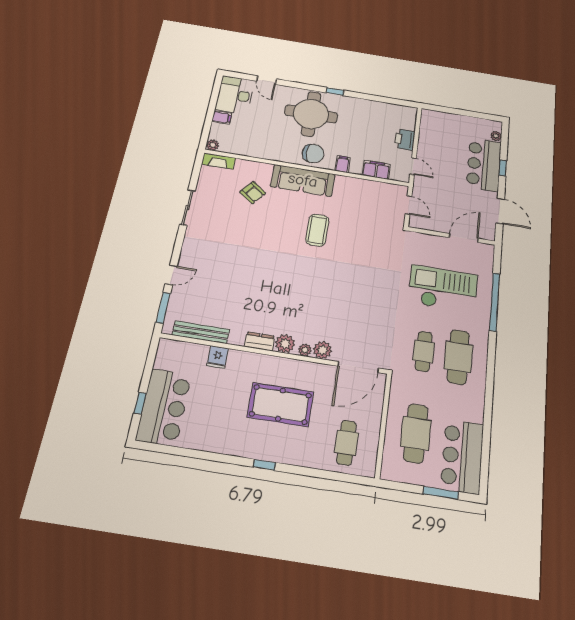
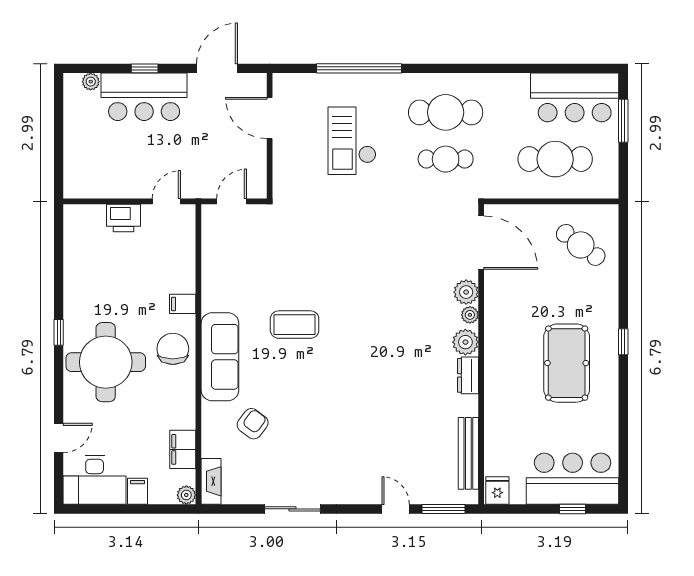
filing cabinet: (376, 170) -> (183, 449), moved
checkout: (443, 289) -> (352, 141), width x0.73, depth x0.83
fridge: (218, 357) -> (497, 491), moved, turned -90
pool table: (280, 405) -> (567, 363), moved
cafe table: (346, 443) -> (581, 245), turned 37

